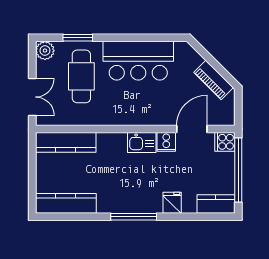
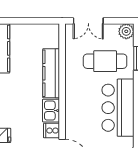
kitchen counter: (66, 142) -> (51, 73), moved

